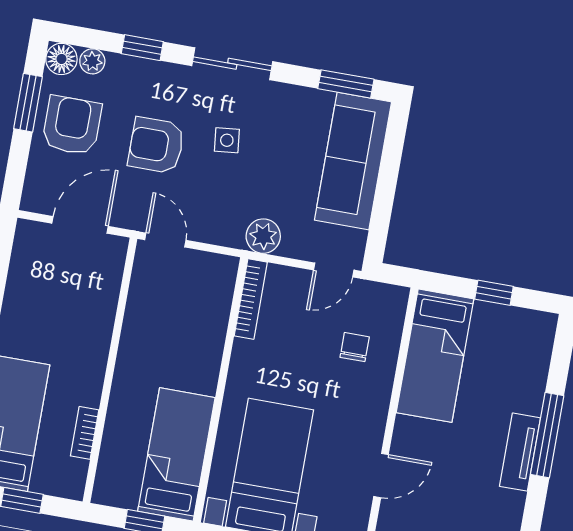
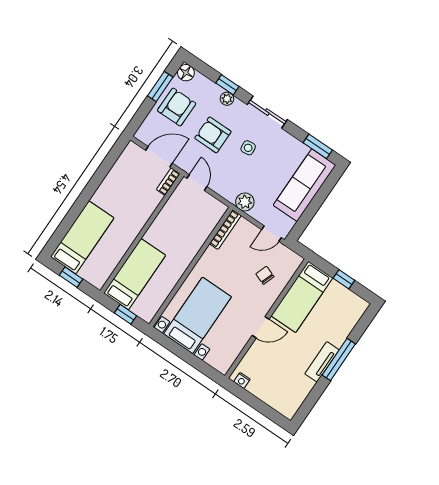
plant: (92, 61) -> (227, 99), moved
chair: (355, 347) -> (265, 275), turned -70
bookcase: (85, 433) -> (168, 182), moved
bed: (176, 454) -> (135, 274), moved
door: (381, 476) -> (261, 327), moved

